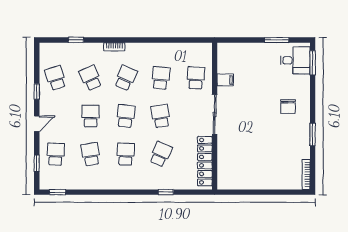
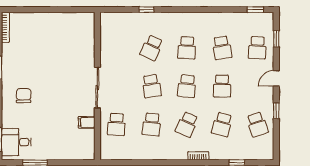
school desk: (91, 78) -> (222, 124), turned 39
locker: (205, 161) -> (107, 41), removed

